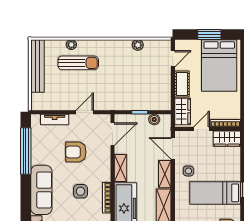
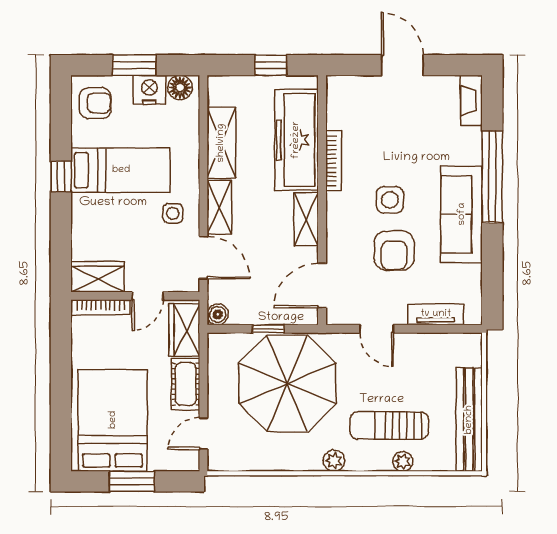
plant: (138, 45) -> (334, 461), moved
parasol: (130, 84) -> (287, 383), added
door: (85, 112) -> (377, 329), hinge flipped
boiler: (154, 119) -> (218, 314), moved
window: (26, 151) -> (492, 177), moved
armchair: (76, 152) -> (394, 251), turned 90
sofa: (41, 190) -> (462, 214), moved
side table: (80, 191) -> (390, 200), moved

